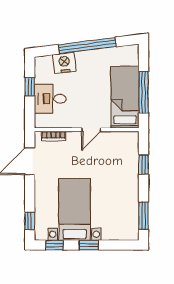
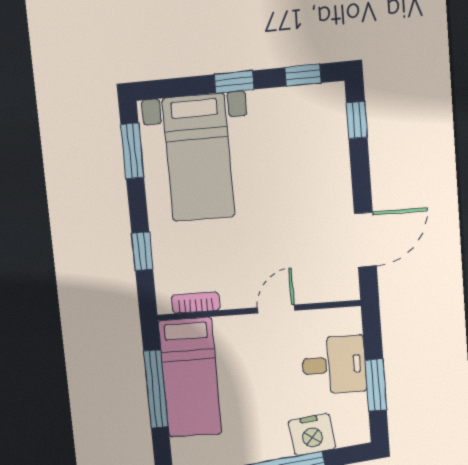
window: (30, 87) -> (376, 385), width x1.50
door: (91, 130) -> (276, 309), moved
bookcase: (54, 136) -> (196, 303), moved
bed with nightstands: (75, 209) -> (199, 158), moved

